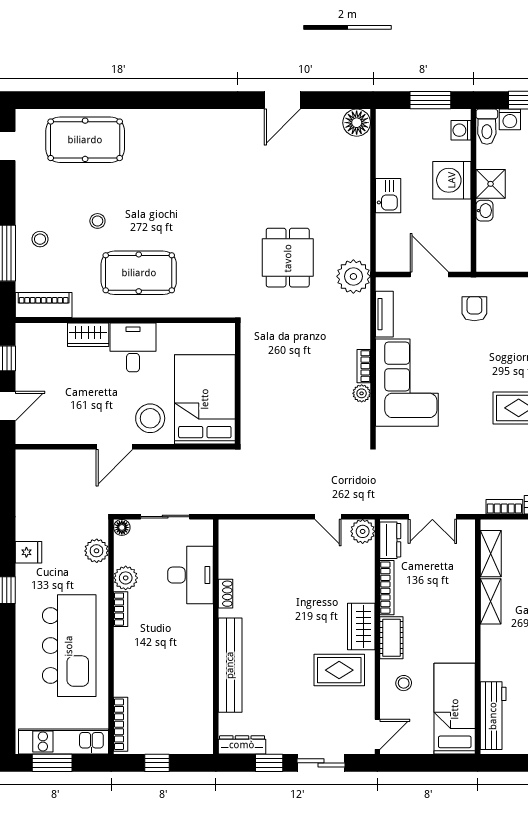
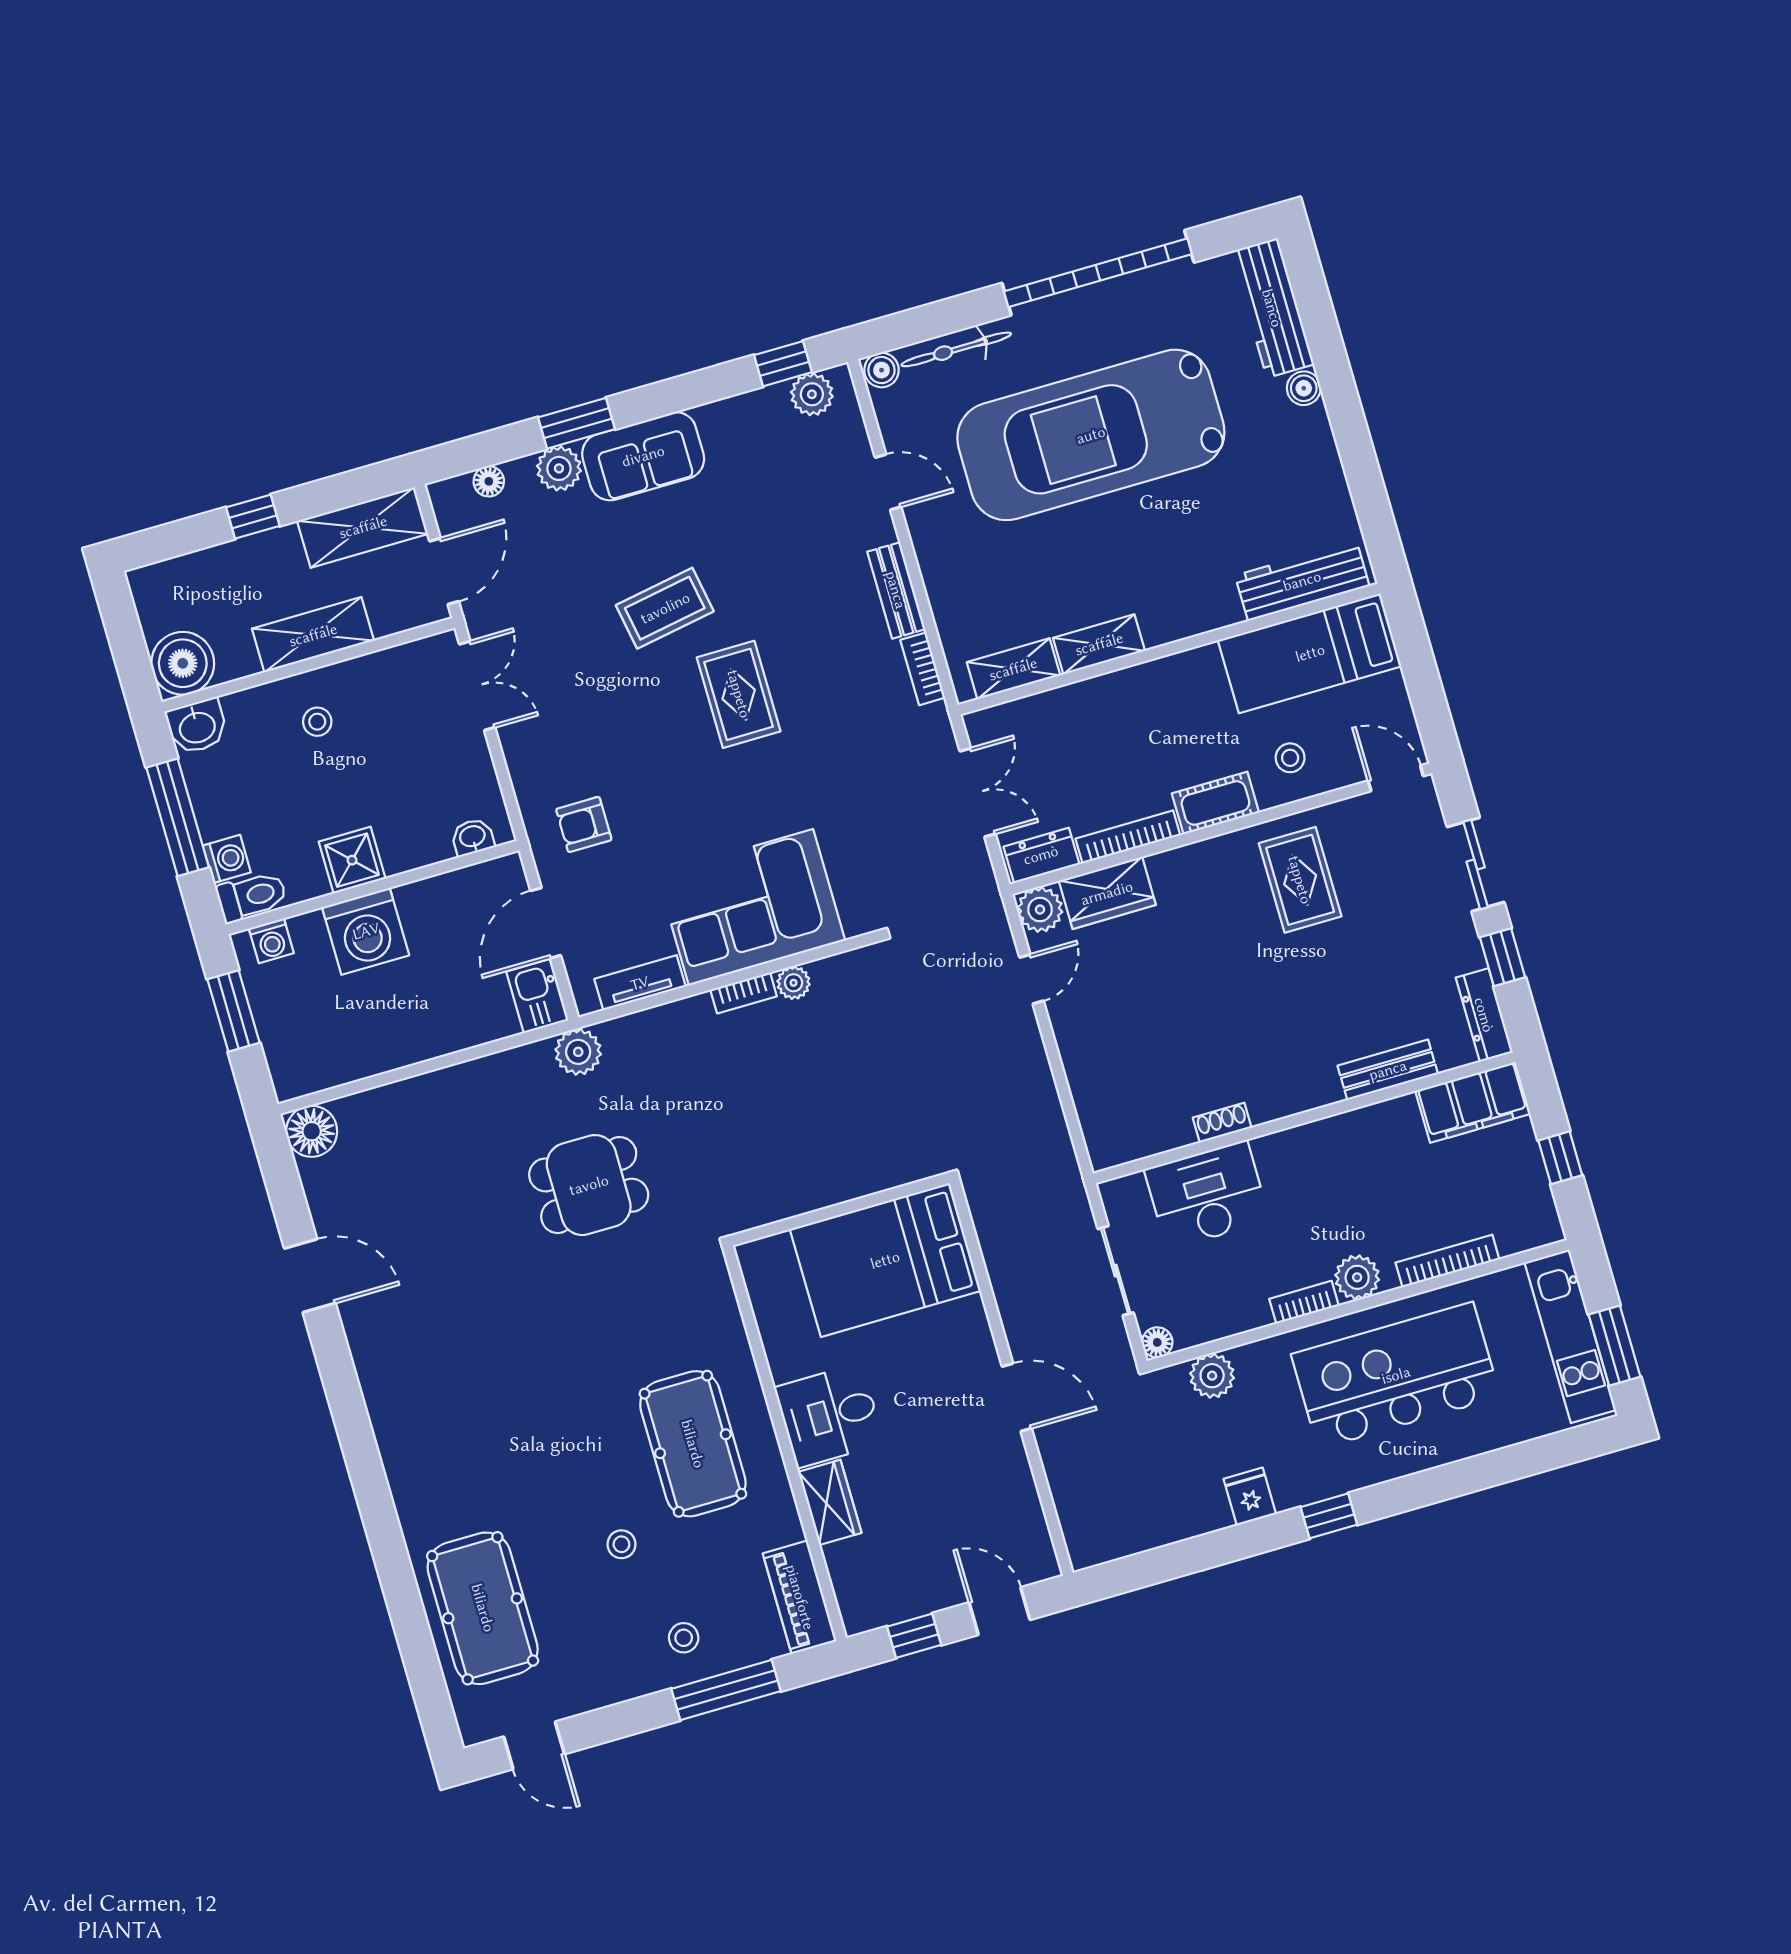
kitchen sink: (388, 196) -> (537, 996), moved, turned -90
washbasin: (484, 211) -> (473, 837), moved
plant: (353, 276) -> (578, 1052), width x0.73, depth x0.73
stool: (150, 418) -> (947, 1348), removed
plant: (126, 578) -> (1357, 1277), moved
wardrobe: (361, 627) -> (1107, 893), moved
bench: (230, 665) -> (1388, 1070), width x0.54, depth x0.82
bookcase: (121, 724) -> (1447, 1261), moved
filing cabinet: (199, 726) -> (1473, 1102), added

